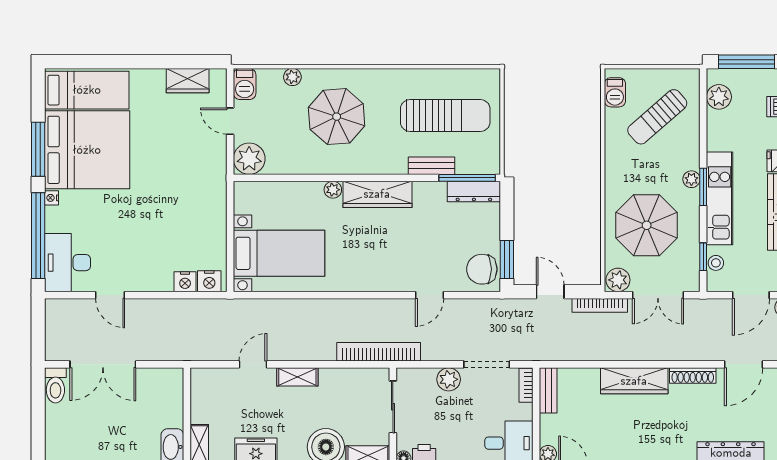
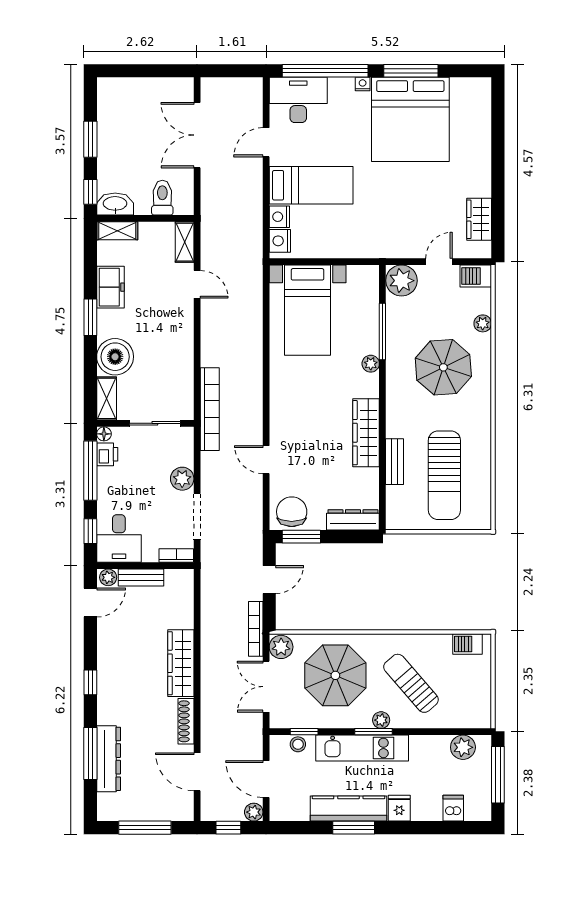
bed: (87, 90) -> (311, 185), moved, turned -90
sun lounger: (657, 117) -> (411, 683), moved
window: (467, 178) -> (382, 331), moved
dresser: (474, 191) -> (353, 520), moved, turned 90
wardrobe: (377, 194) -> (366, 433), moved
shelving: (297, 377) -> (185, 242), moved
toilet: (55, 385) -> (162, 198), moved, turned 90
bench: (548, 390) -> (141, 578), moved

